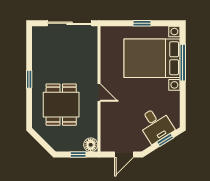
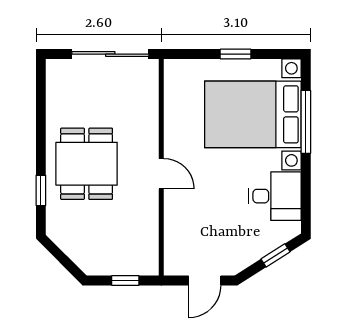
window: (29, 79) -> (41, 190), moved
dining table: (61, 105) -> (87, 164), moved
desk: (156, 125) -> (275, 196), moved, turned -58
floor lamp: (91, 145) -> (147, 264), removed

